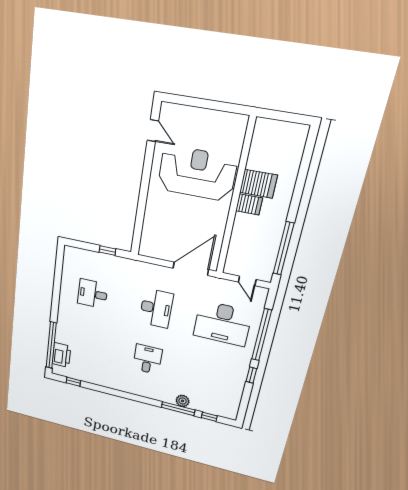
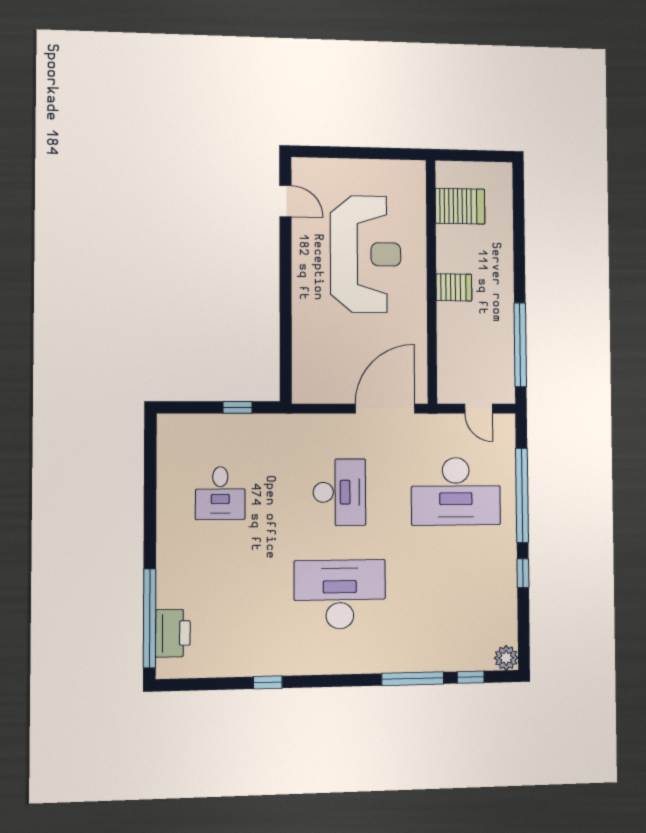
reception desk: (197, 173) -> (366, 254), turned 90
server rack: (258, 184) -> (460, 206), moved
desk: (93, 294) -> (220, 493), turned -90
desk: (147, 359) -> (340, 594), width x1.87, depth x1.30
window: (73, 382) -> (268, 682), moved
plant: (183, 401) -> (506, 658), moved

